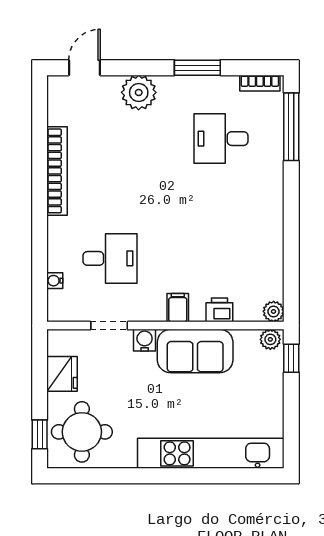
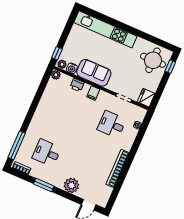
desk: (221, 139) -> (47, 153), turned 180
water cooler: (145, 340) -> (72, 68), moved
fridge: (62, 374) -> (146, 98), moved

